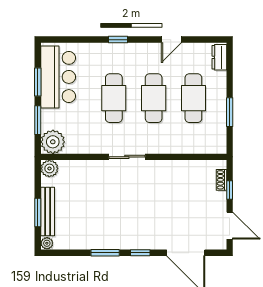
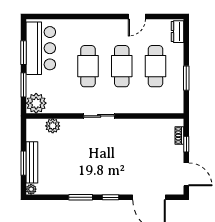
window: (118, 40) -> (92, 16), removed
plant: (49, 168) -> (53, 126), moved

